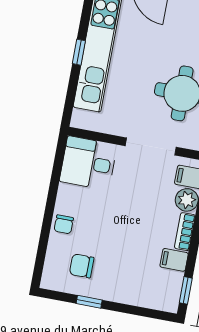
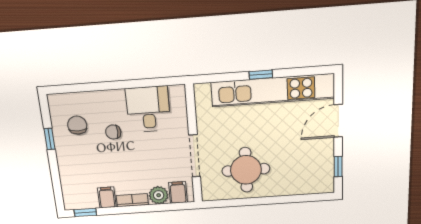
desk: (88, 163) -> (148, 109), moved
chair: (64, 224) -> (113, 132), moved

